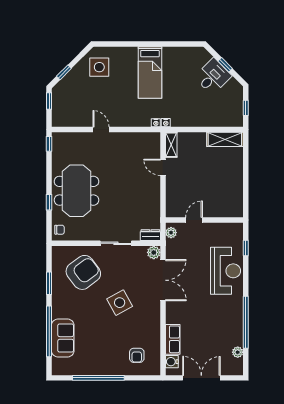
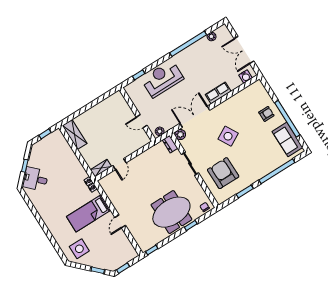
bed: (150, 73) -> (89, 213), moved, turned 180
desk: (213, 76) -> (35, 179), moved
armchair: (83, 272) -> (223, 173), turned 37
sofa: (63, 338) -> (287, 139), moved, turned -90
row of seats: (173, 339) -> (218, 93), moved
armchair: (137, 355) -> (266, 114), moved

